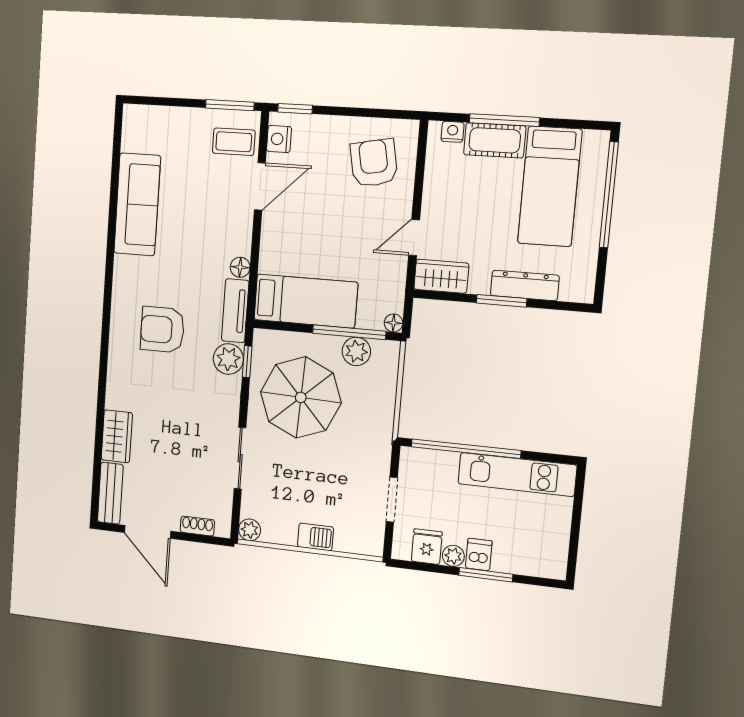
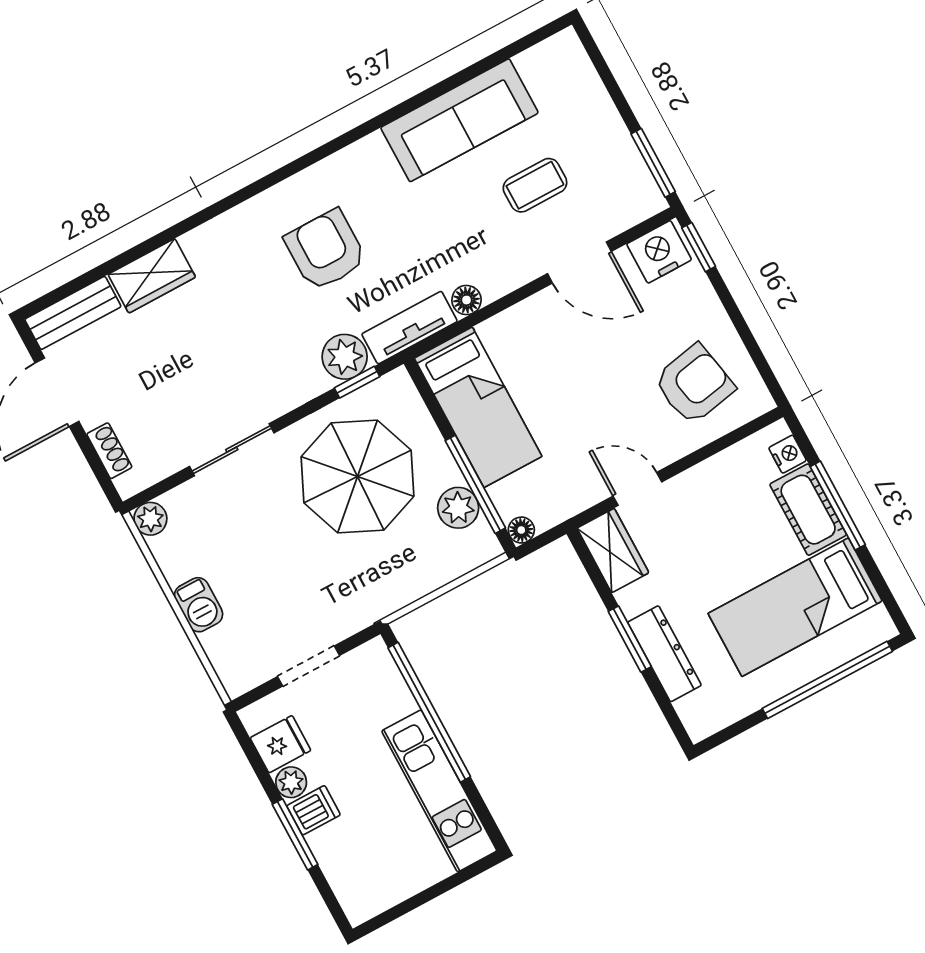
nightstand: (279, 139) -> (659, 252), width x1.36, depth x1.33
coffee table: (234, 142) -> (535, 185), moved, turned 90

